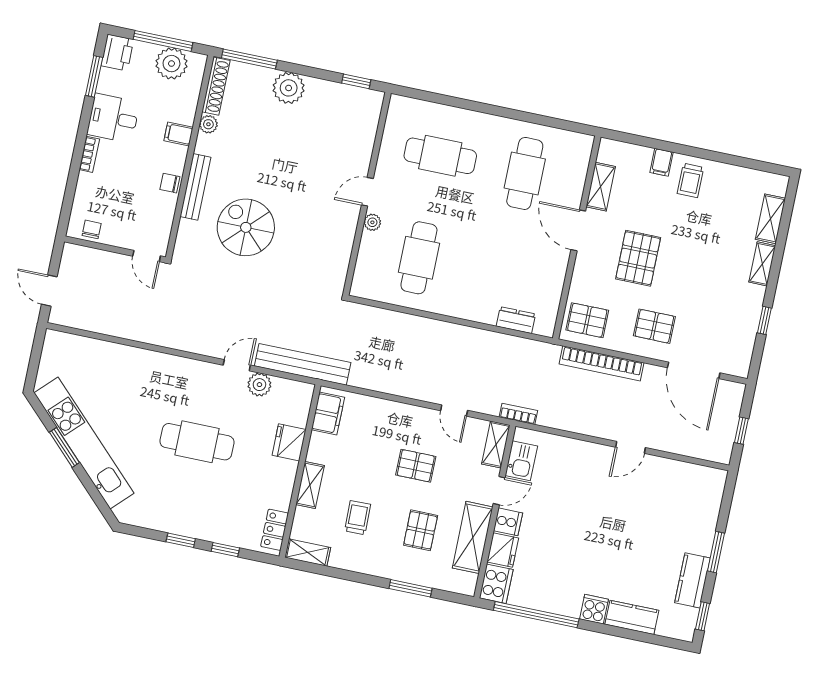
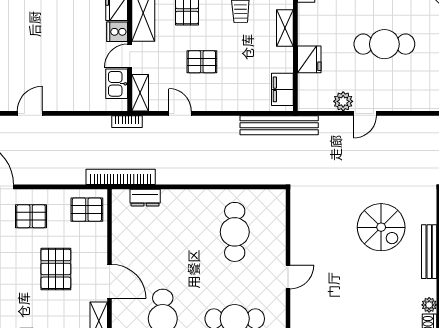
plant: (372, 222) -> (279, 253), removed
bookcase: (602, 363) -> (121, 177), moved
bench: (303, 364) -> (279, 125), moved

